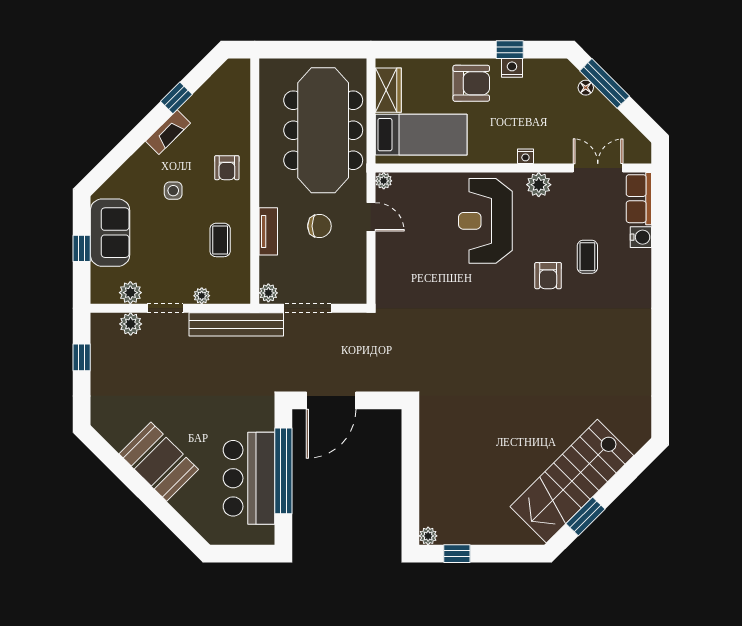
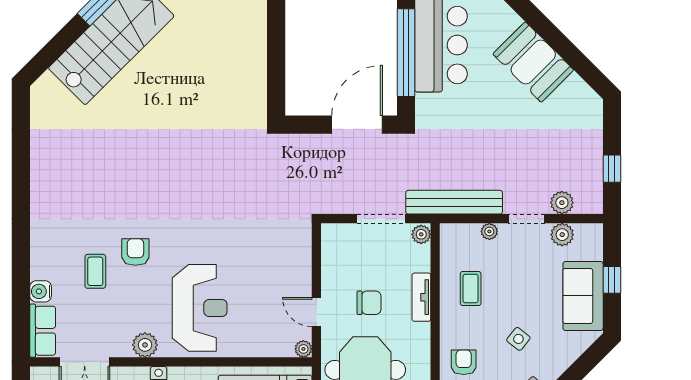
side table: (173, 191) -> (518, 339), turned 38
chair: (319, 226) -> (369, 303), turned 180

